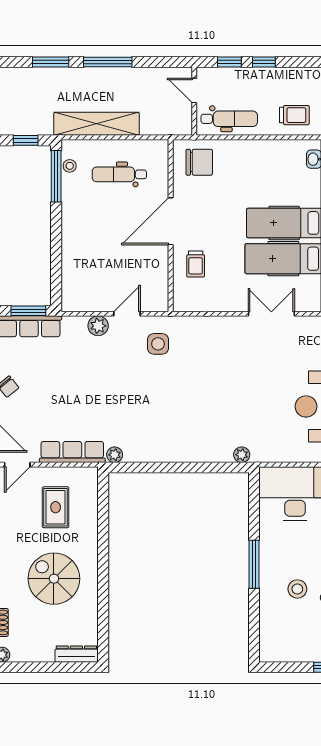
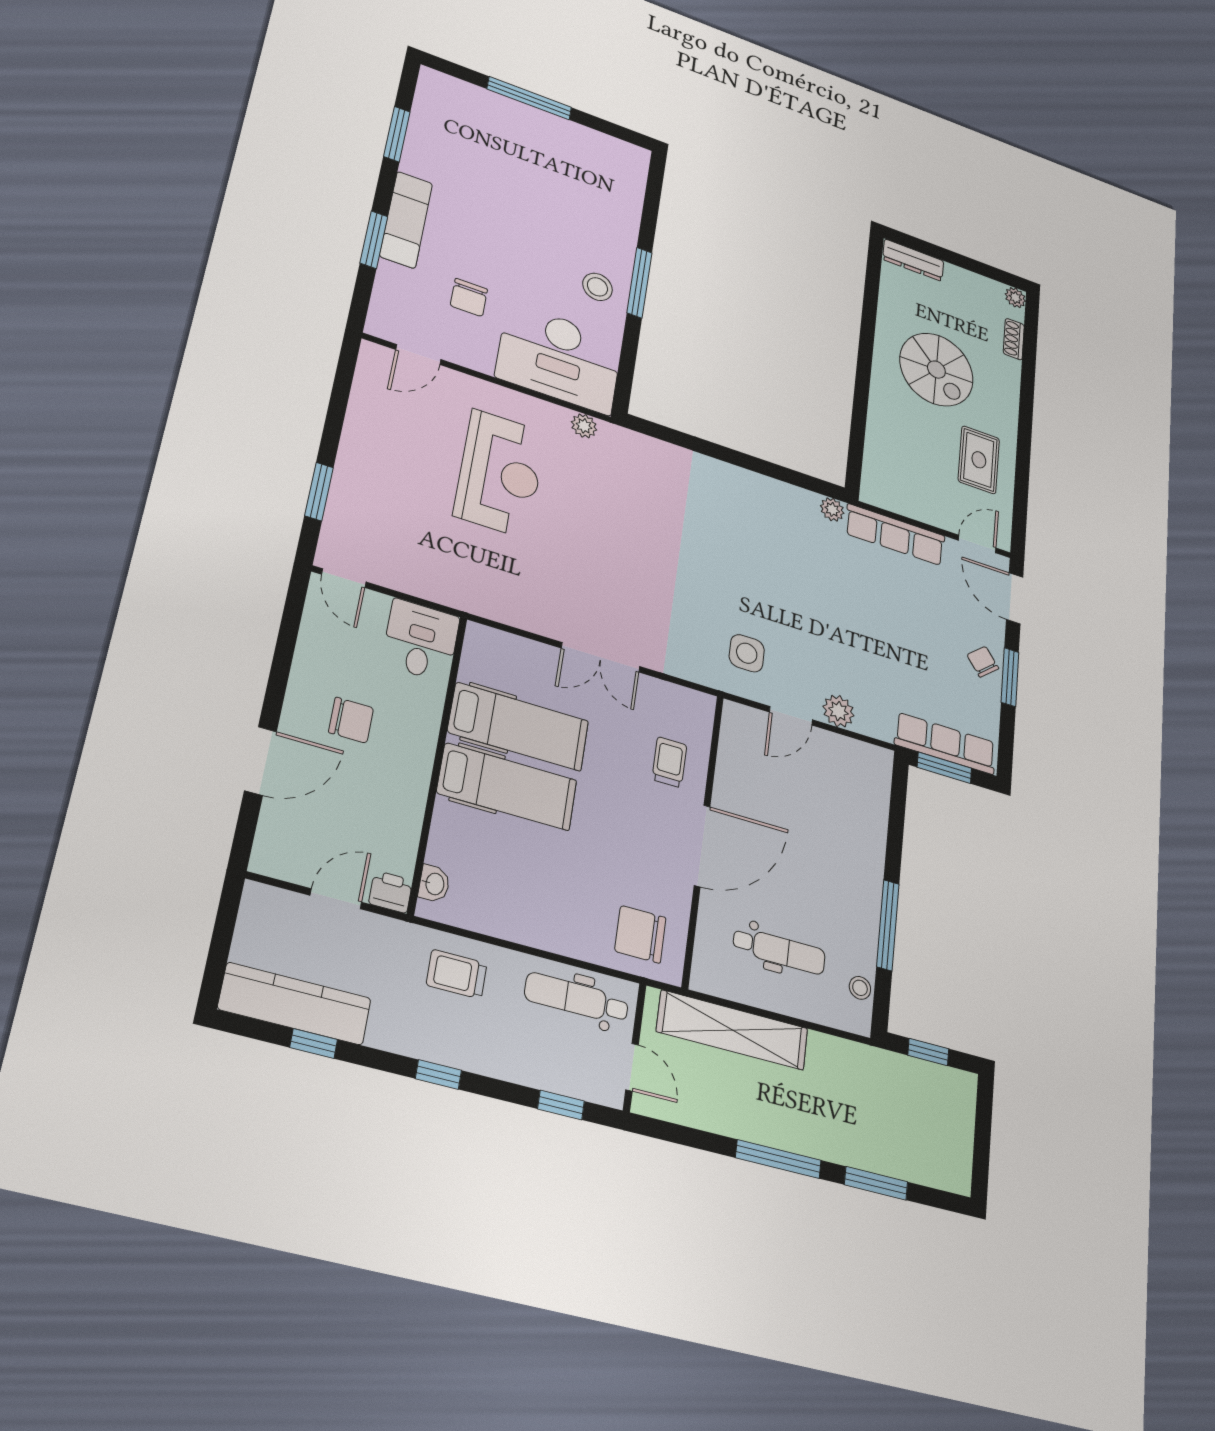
window: (264, 62) -> (438, 1075), moved
shelving: (96, 124) -> (733, 1030), moved
window: (56, 176) -> (888, 925), moved
double door: (271, 314) -> (601, 657), moved
plant: (242, 455) -> (584, 426), moved
rug: (56, 507) -> (979, 460), moved
stool: (297, 589) -> (597, 287), moved

